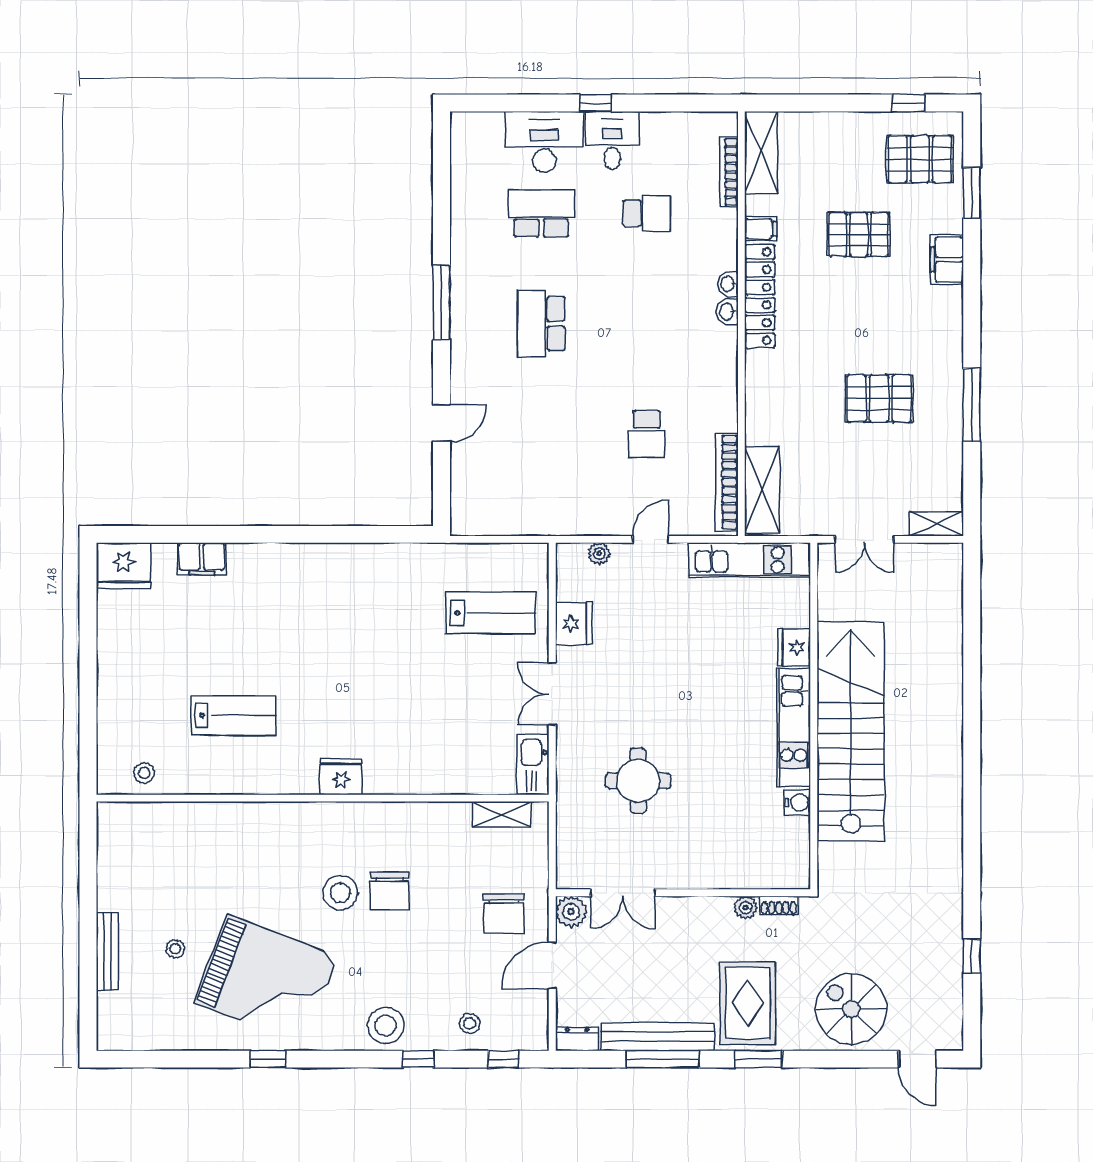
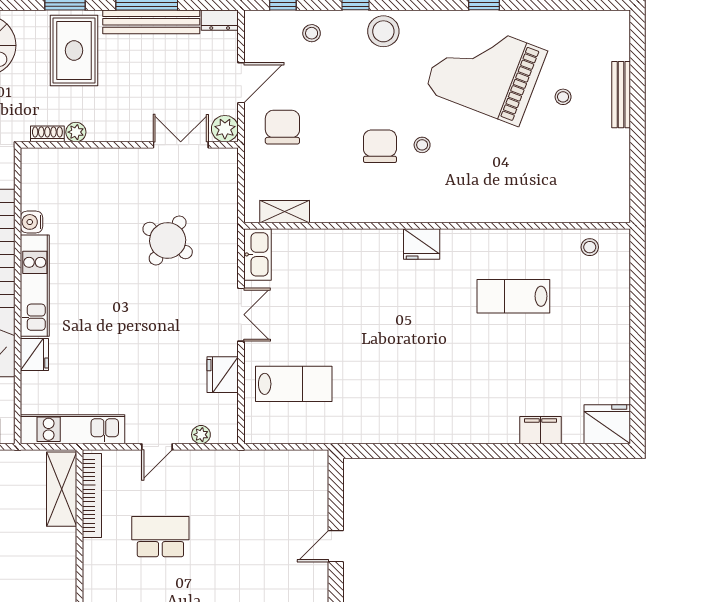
school desk: (647, 434) -> (160, 537), width x1.85
lab bench: (491, 613) -> (294, 384), turned 180
round table: (638, 781) -> (168, 240), turned 33
stool: (340, 893) -> (422, 145), width x0.53, depth x0.53

